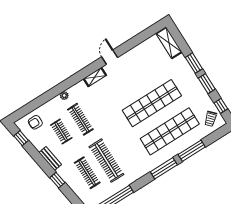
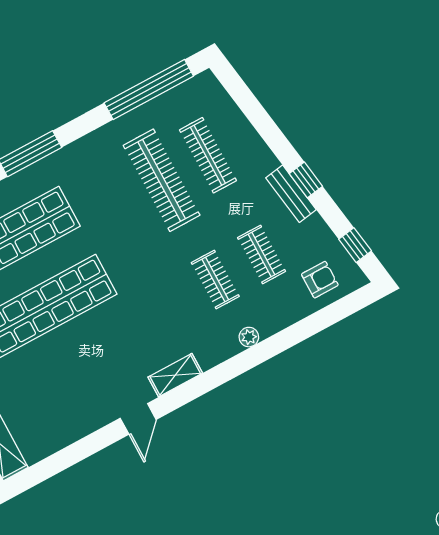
clothes rail: (80, 119) -> (215, 280), width x0.73
window: (57, 180) -> (306, 180), moved

